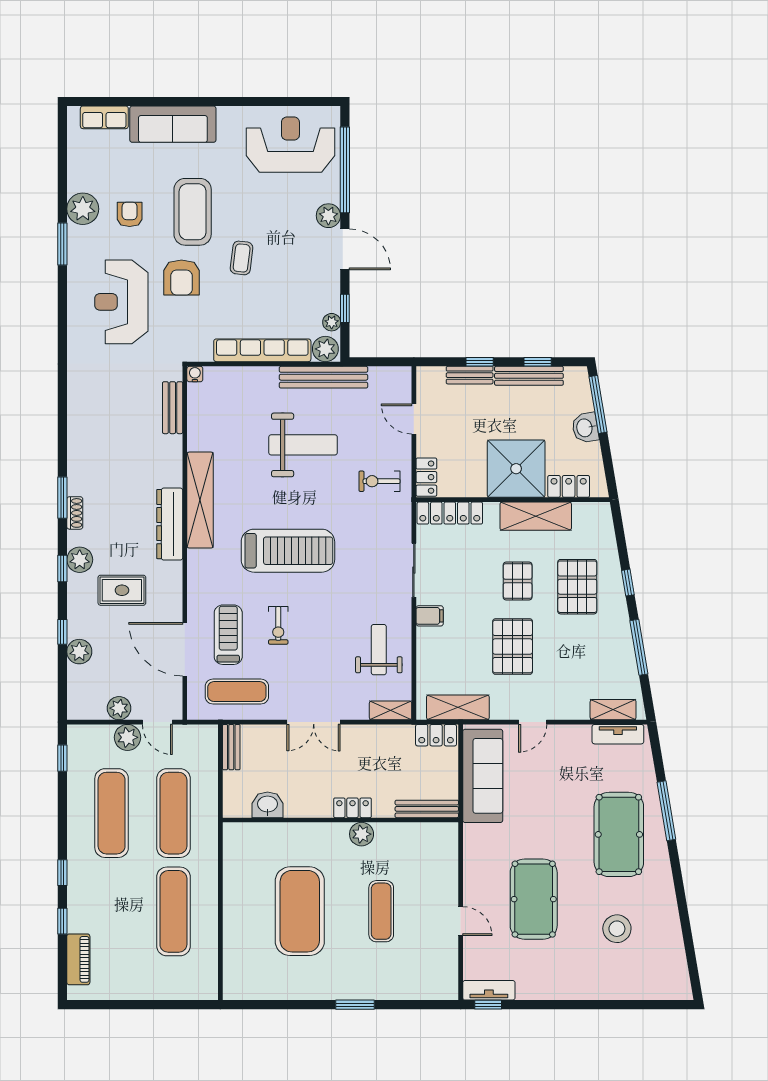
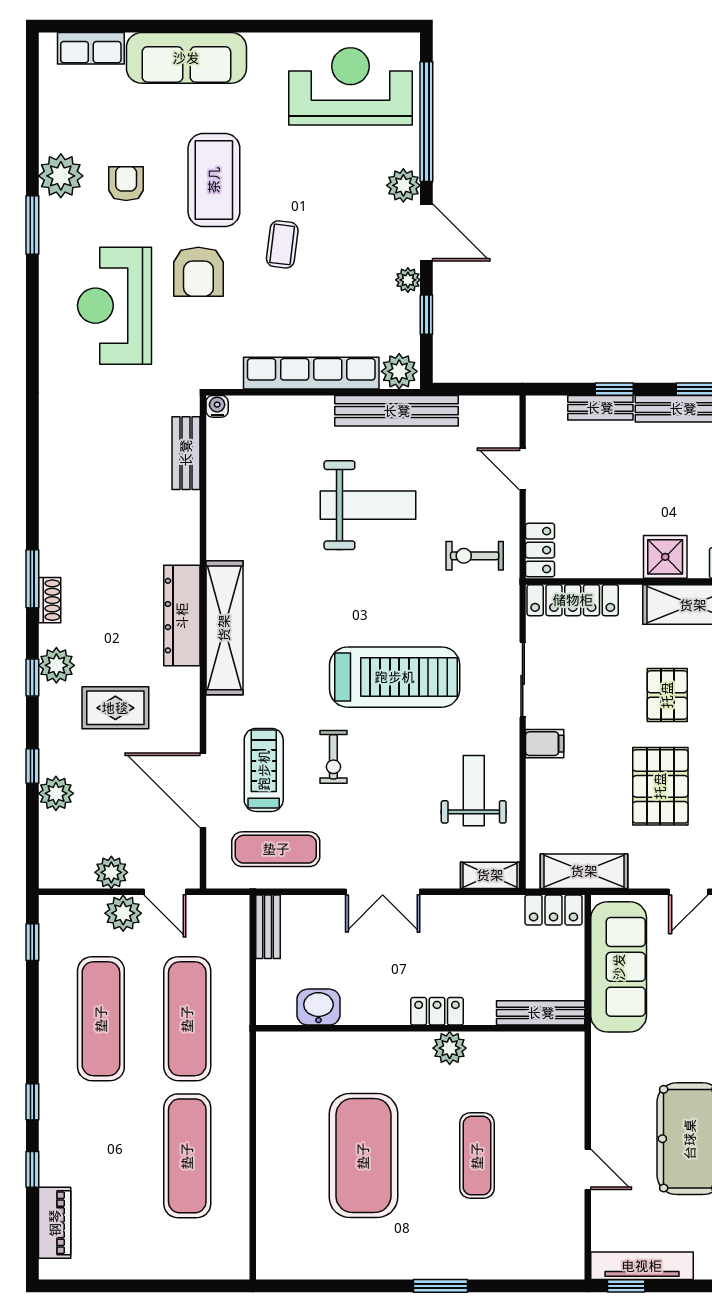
plant: (332, 322) -> (408, 280), moved
shower: (516, 469) -> (665, 557), width x0.54, depth x0.54
shelving: (200, 500) -> (224, 628), moved
treadmill: (288, 551) -> (395, 677), moved
tv unit: (489, 990) -> (642, 1266), width x1.41

